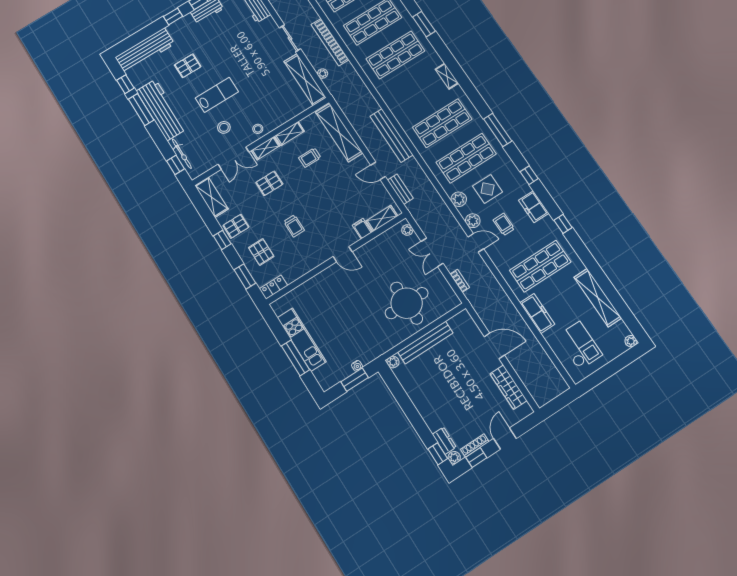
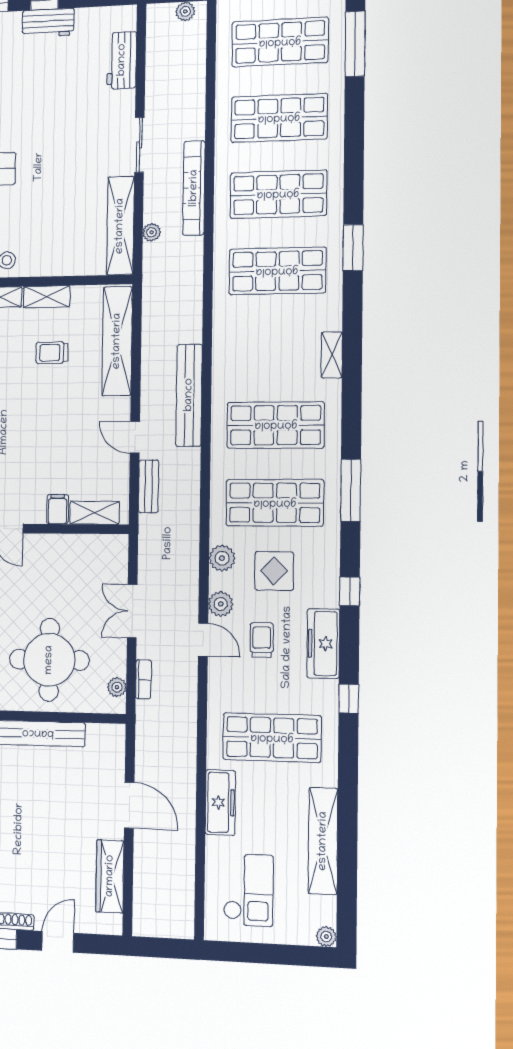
freezer: (534, 207) -> (323, 644), width x1.40
plant: (407, 230) -> (117, 687), moved

